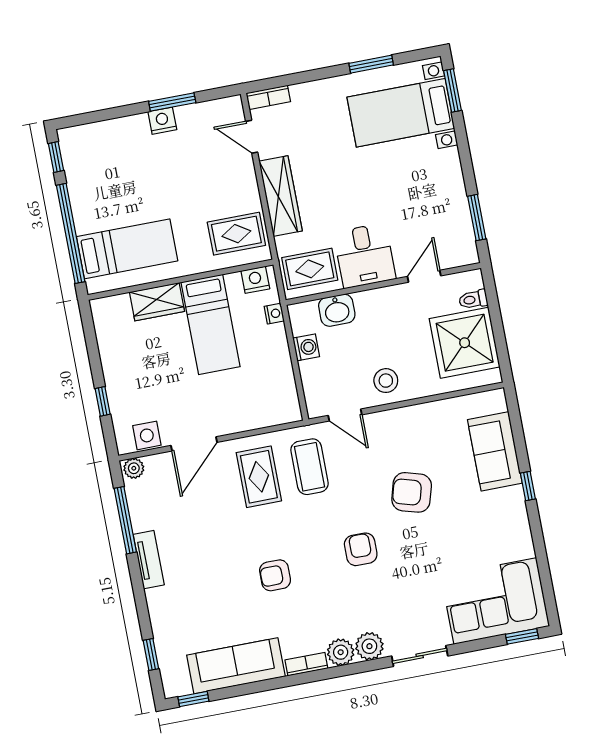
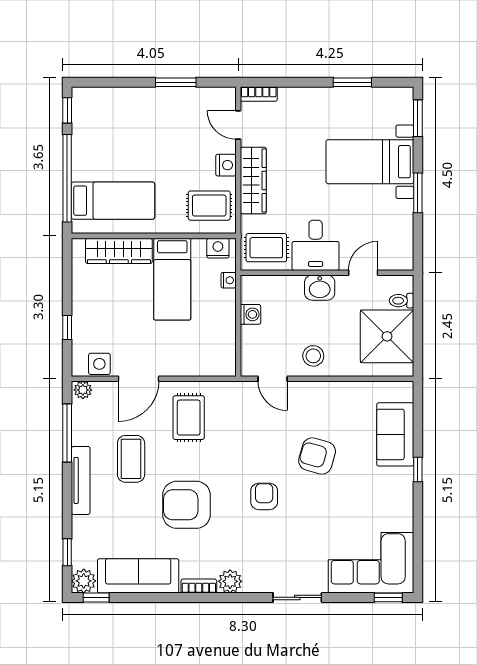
bed with nightstands: (401, 113) -> (370, 162), moved
nightstand: (162, 121) -> (226, 165), moved, turned 90
window: (477, 218) -> (418, 193), moved
wardrobe: (157, 302) -> (119, 251), width x1.50
washbasin: (337, 310) -> (320, 288), moved
coffee table: (310, 467) -> (131, 459), moved
tv unit: (149, 560) -> (81, 480), width x1.41
armchair: (275, 575) -> (186, 505), width x1.88, depth x1.88
plant: (369, 646) -> (84, 581), moved

